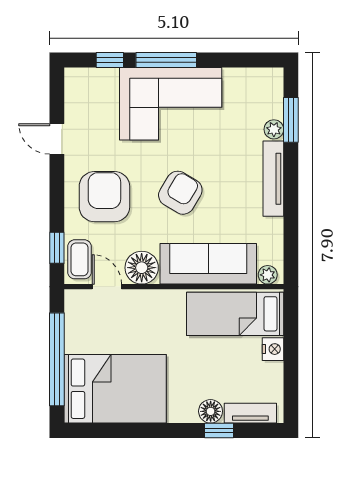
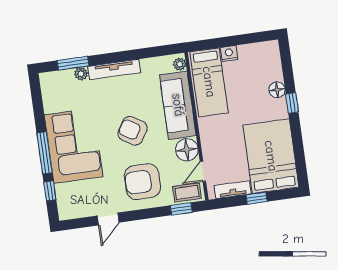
window: (57, 359) -> (257, 198), width x0.32
tv unit: (250, 413) -> (233, 190), moved, turned 90
window: (219, 430) -> (292, 103), moved

